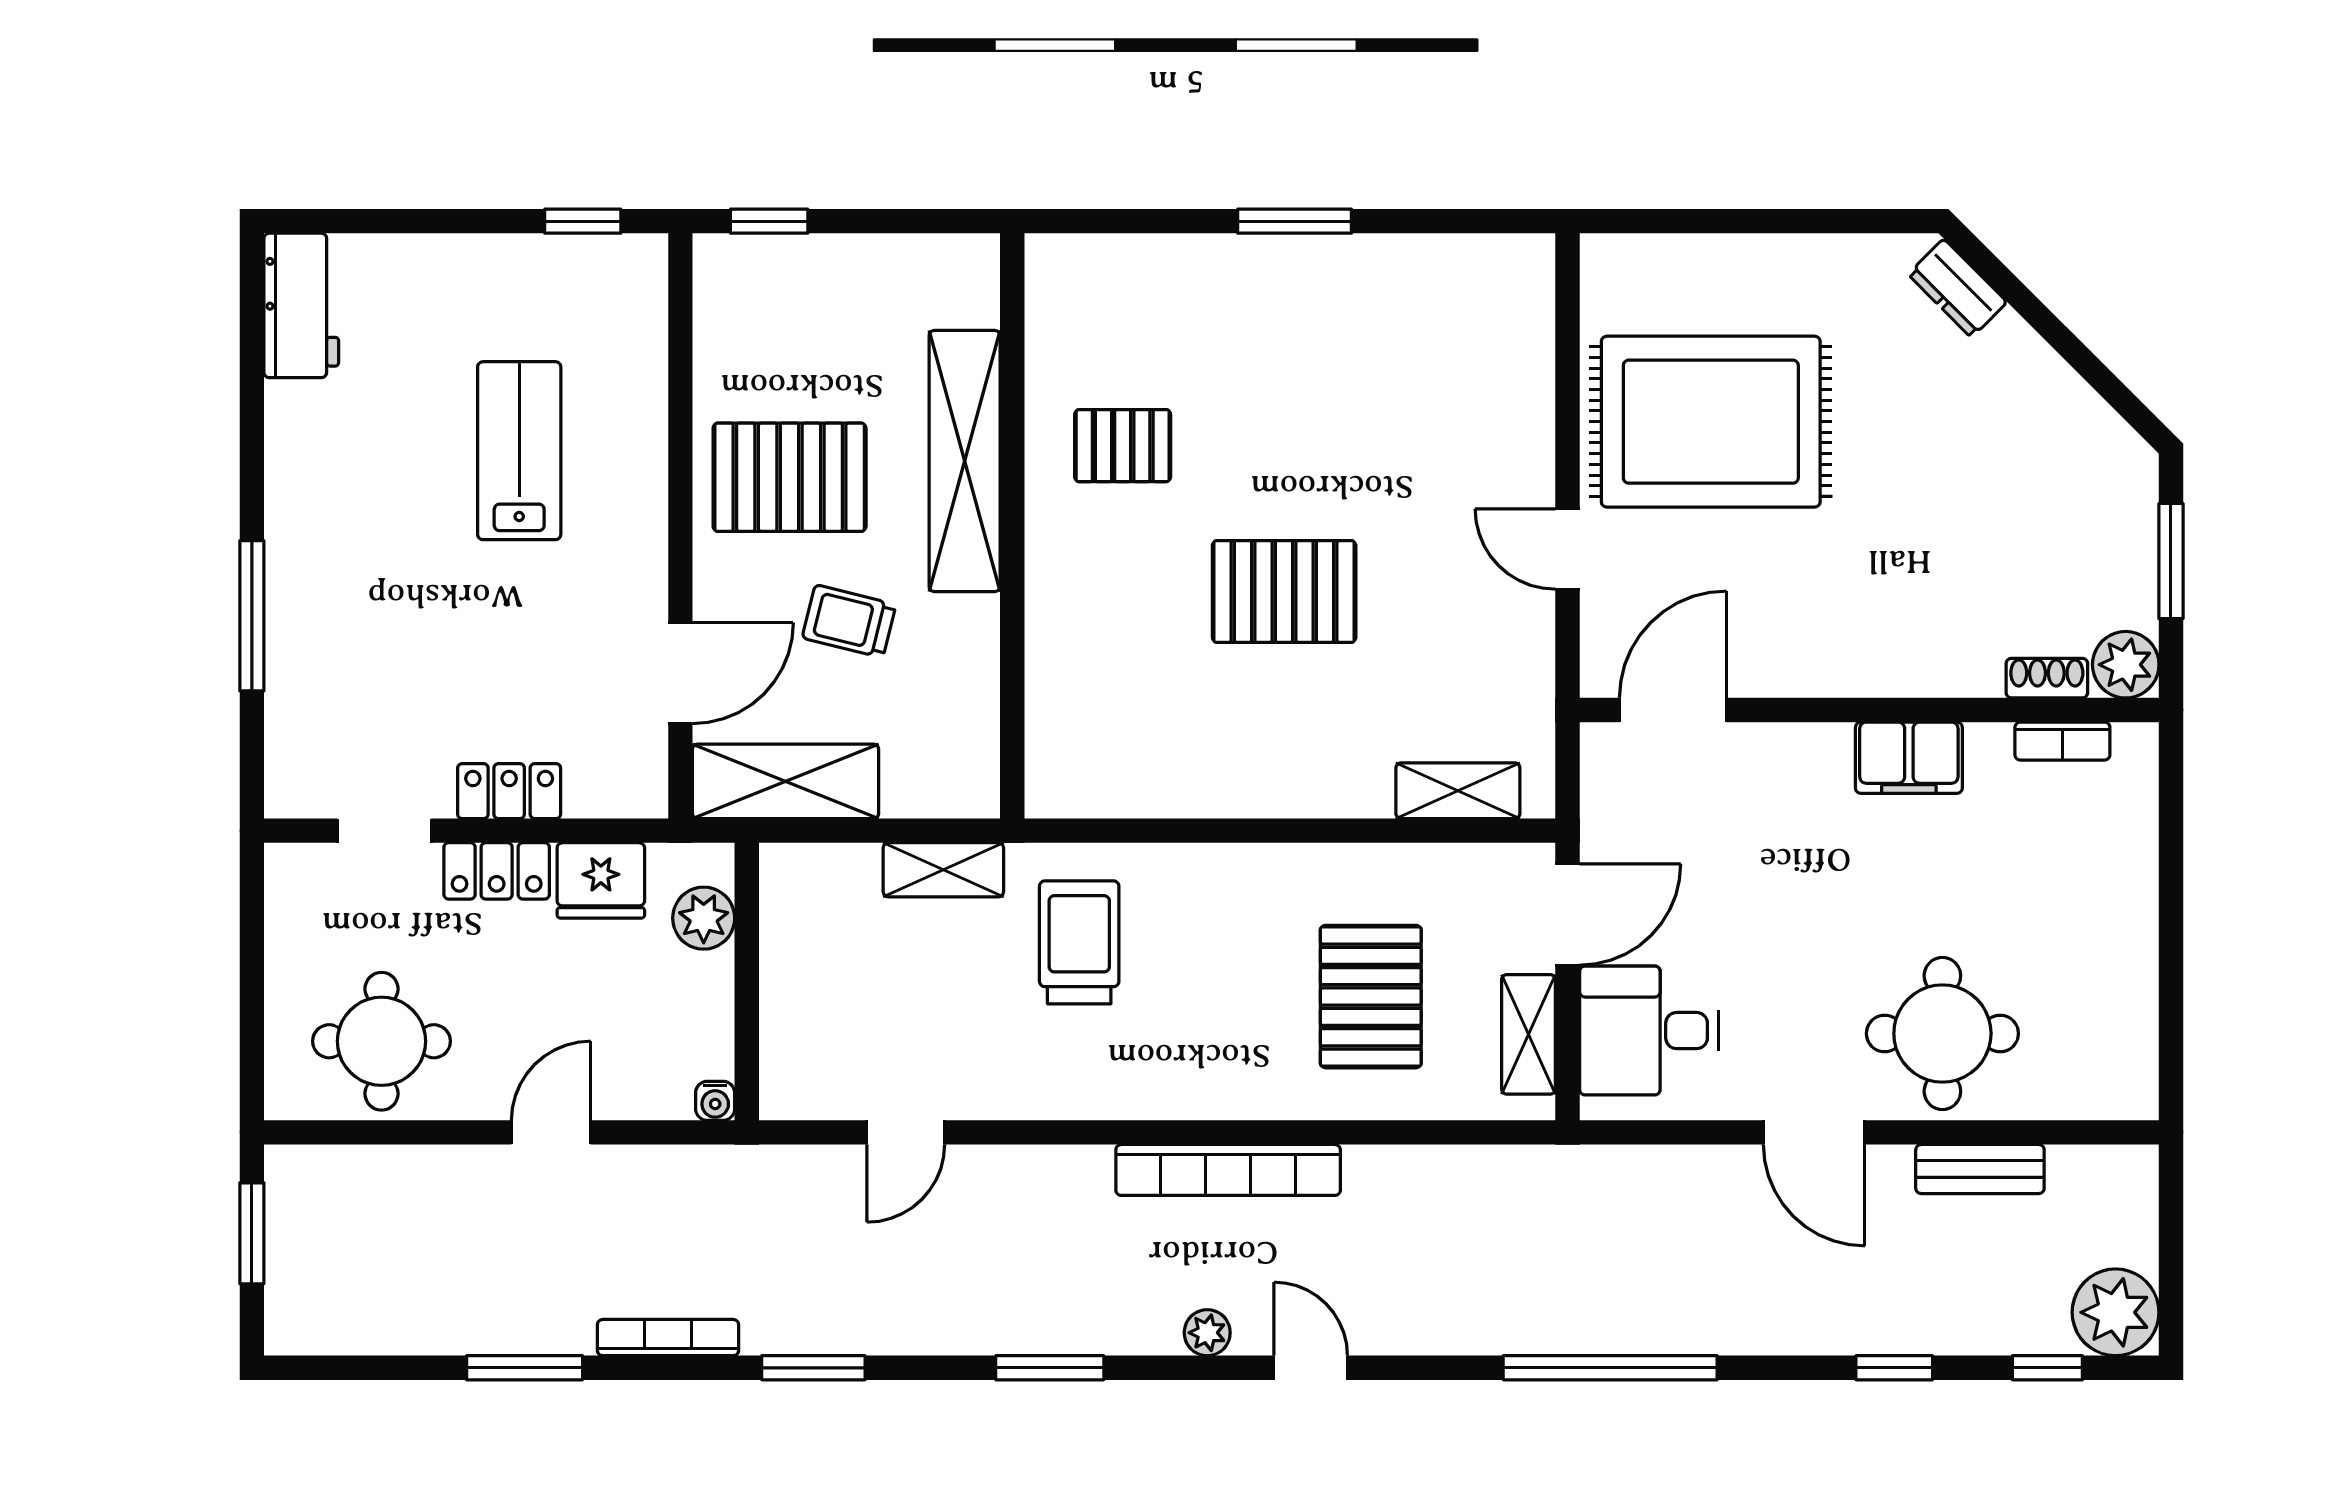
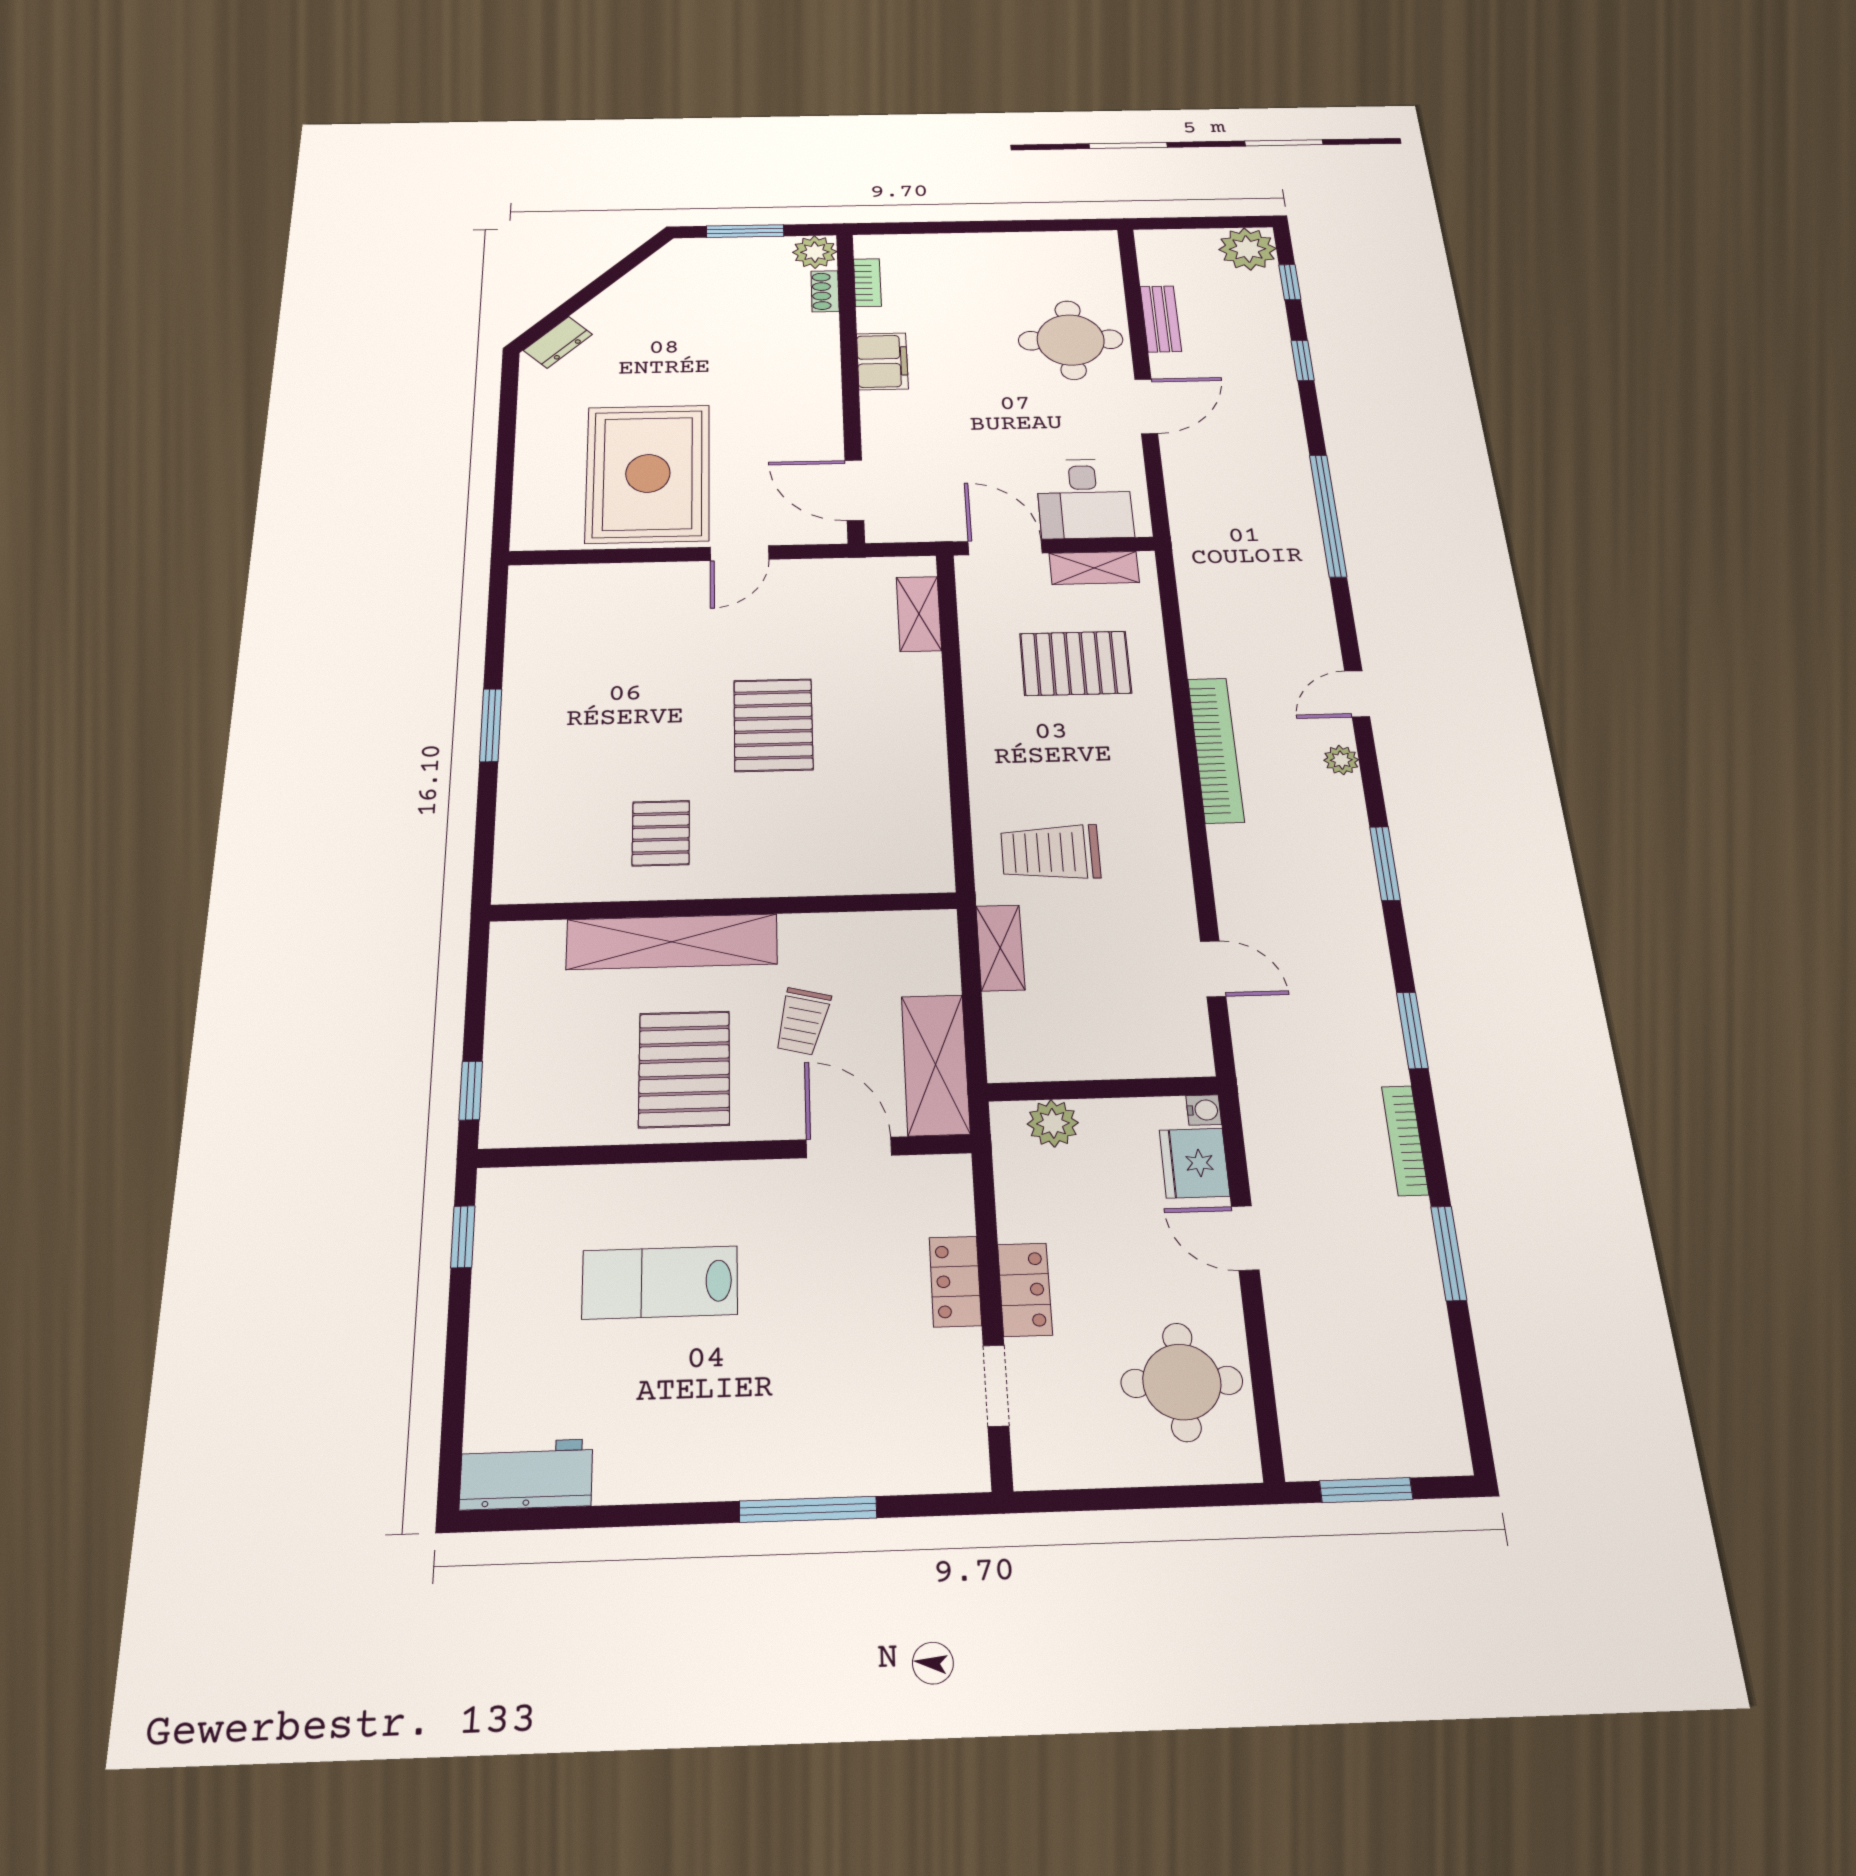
fridge: (601, 880) -> (1194, 1163), moved, turned 180

